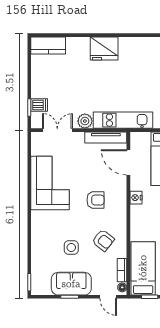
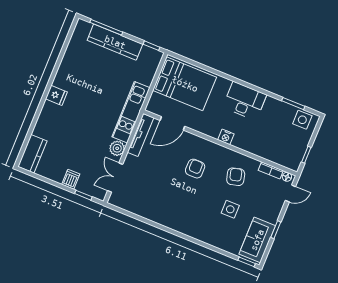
fridge: (104, 48) -> (56, 95), width x0.53, depth x0.75
dishwasher: (39, 105) -> (71, 179), moved
corner sofa: (50, 183) -> (162, 205), removed
nightstand: (136, 198) -> (226, 137), moved
armchair: (103, 240) -> (236, 177), turned -53
bed: (143, 268) -> (277, 150), removed
sofa: (71, 284) -> (257, 240), moved

